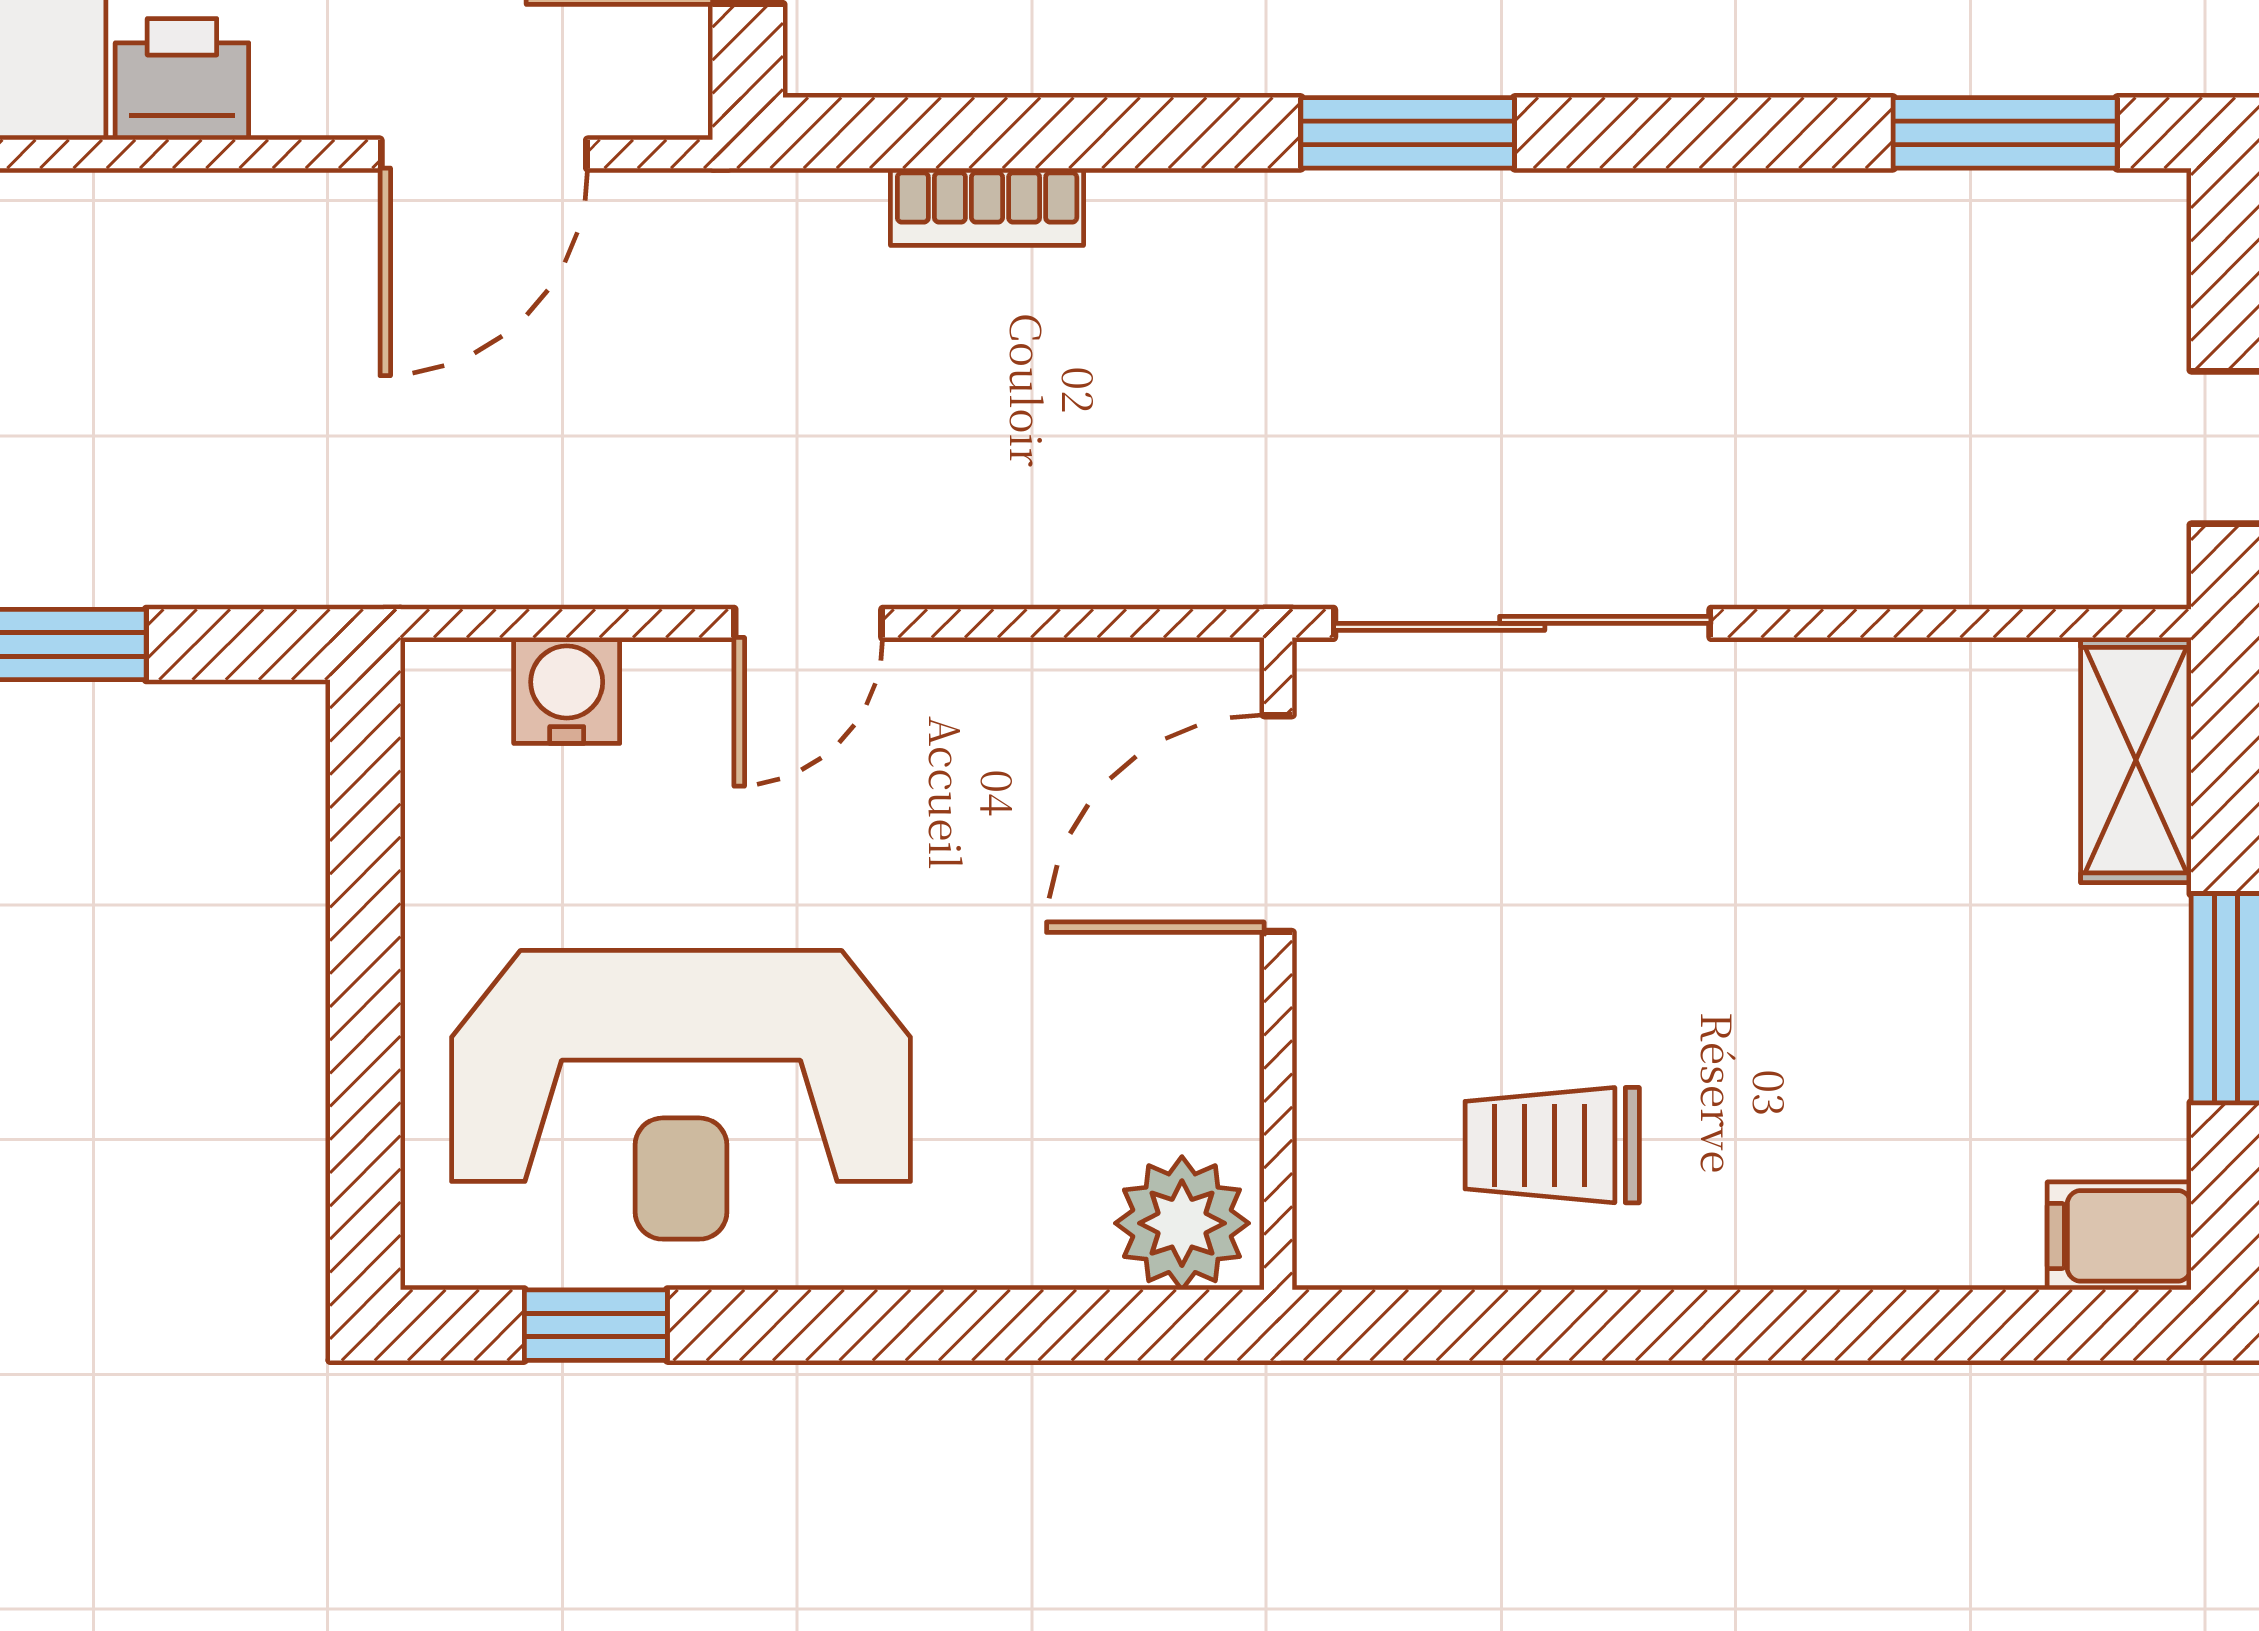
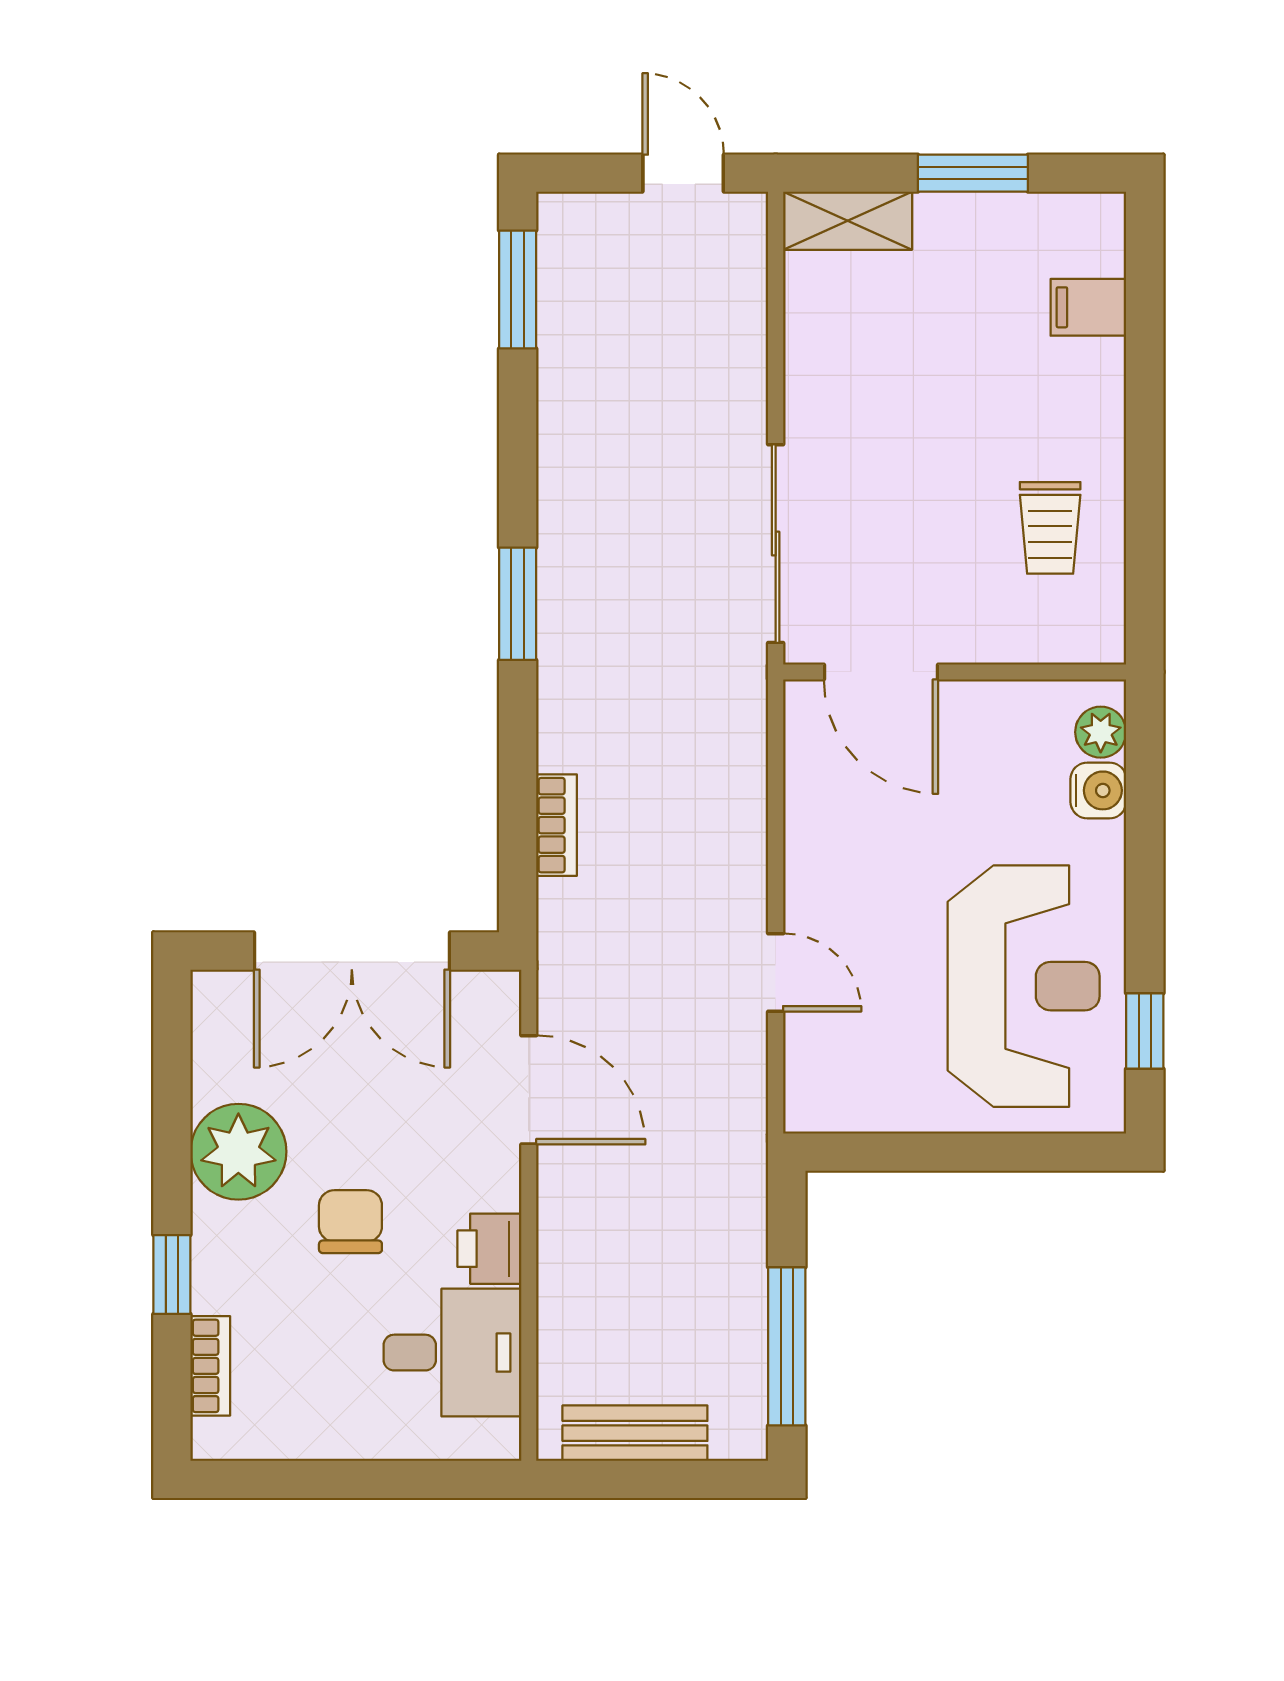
door: (808, 623) -> (776, 972), moved
water cooler: (567, 690) -> (1098, 790), moved, turned 180
plant: (1182, 1223) -> (1101, 732), width x0.73, depth x0.73
filing cabinet: (2119, 1236) -> (1088, 307), moved, turned 90

